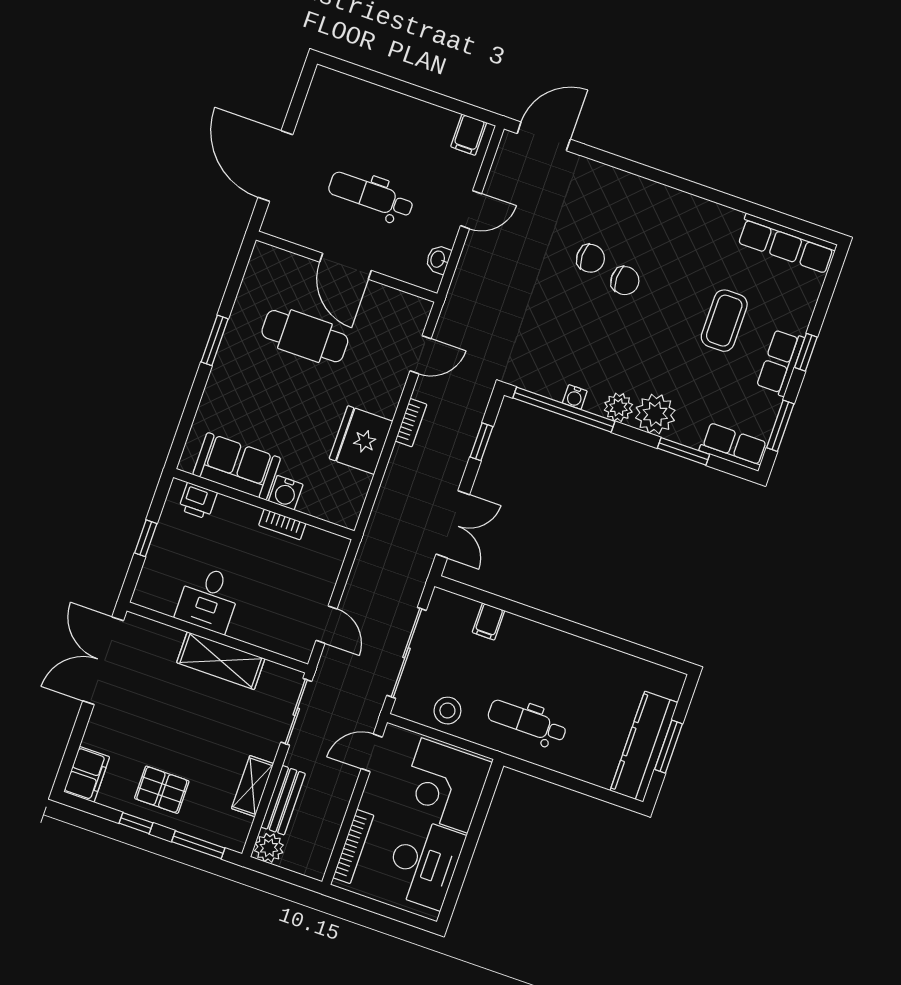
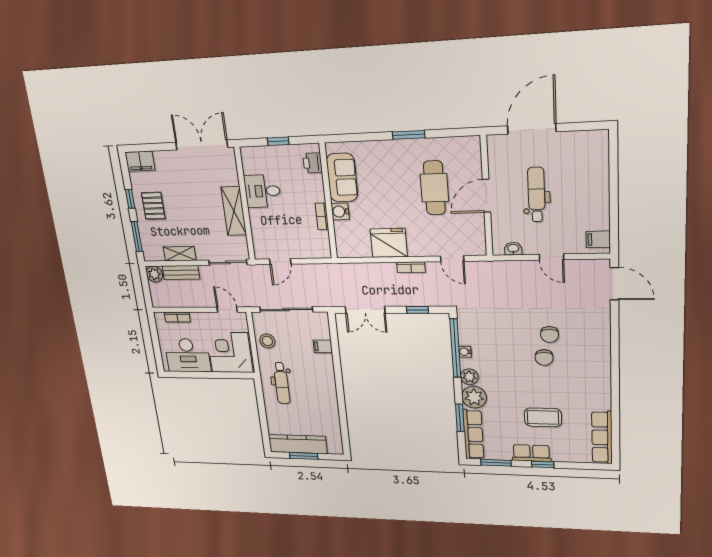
row of seats: (733, 447) -> (473, 434), width x1.48
dental chair: (527, 722) -> (282, 383), turned 180
bookcase: (353, 846) -> (177, 317), width x0.64

